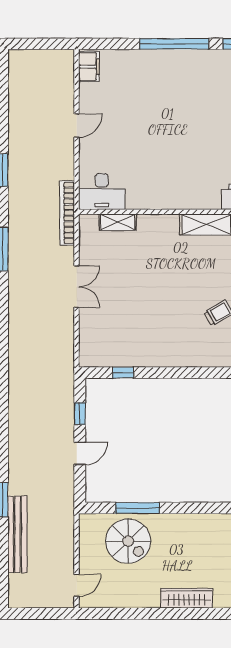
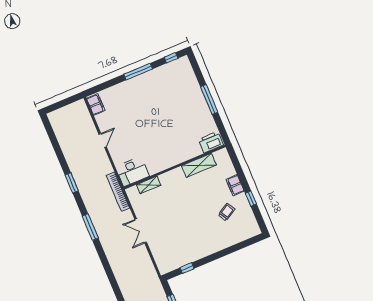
window: (174, 44) -> (138, 72), width x0.68
double door: (77, 287) -> (141, 231), swing flipped

